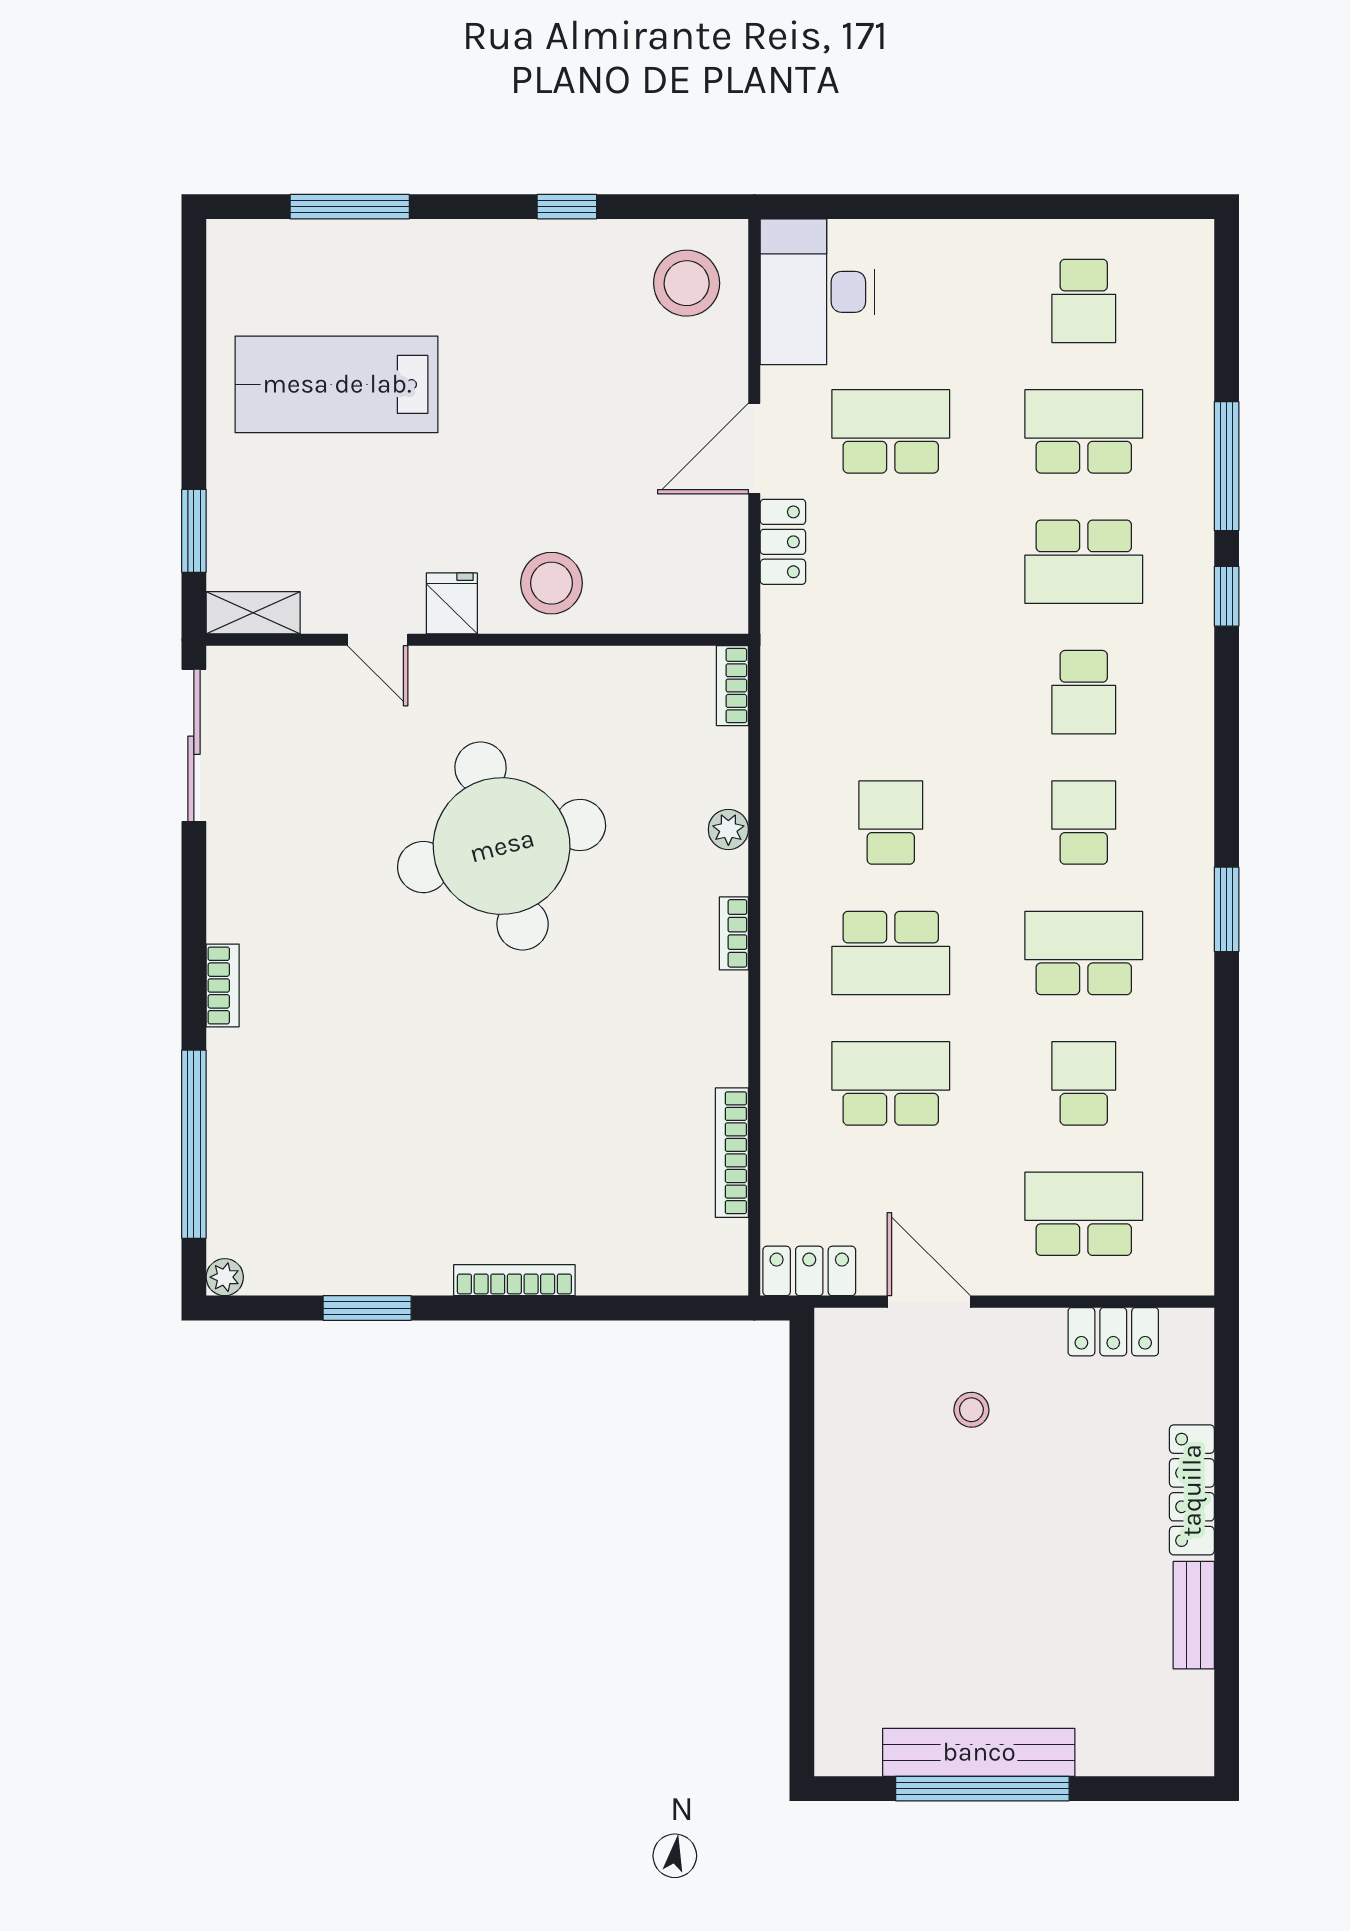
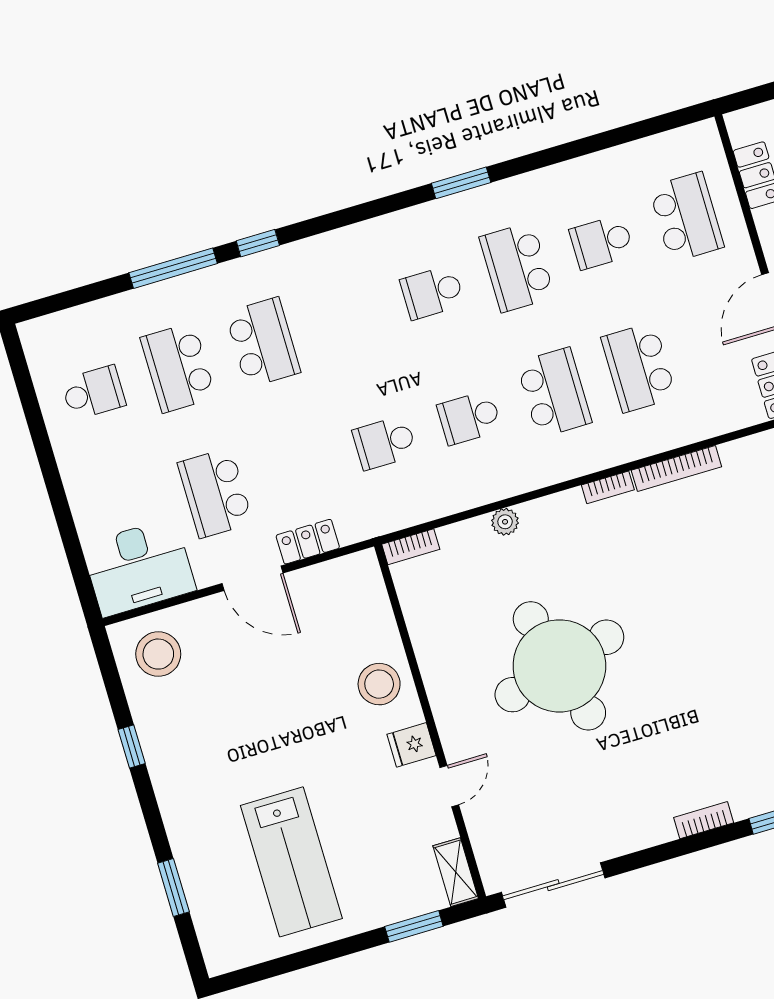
window: (350, 207) -> (173, 888), width x0.69
school desk: (1084, 692) -> (385, 443), moved, turned 180
bookcase: (734, 933) -> (608, 487), moved
bookcase: (732, 1153) -> (676, 468), moved
school desk: (1084, 1214) -> (686, 217), turned 180

